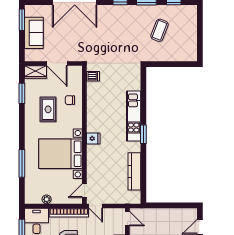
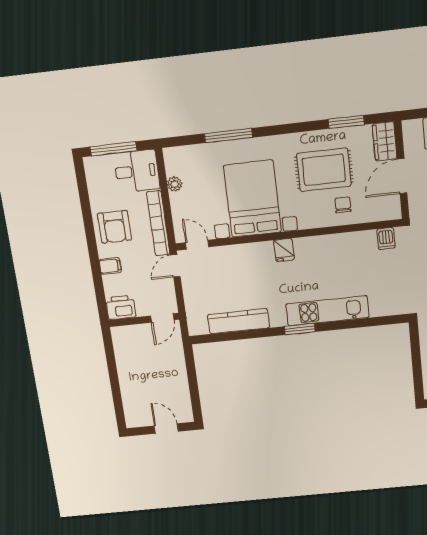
rug: (48, 109) -> (324, 170), width x1.36, depth x1.43

